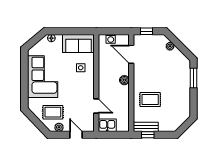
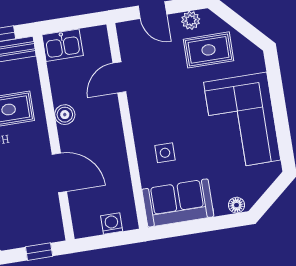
door: (131, 54) -> (59, 173), moved
boiler: (124, 80) -> (65, 115), moved
door: (96, 106) -> (119, 77), hinge flipped
kitchen sink: (107, 125) -> (63, 45), moved

